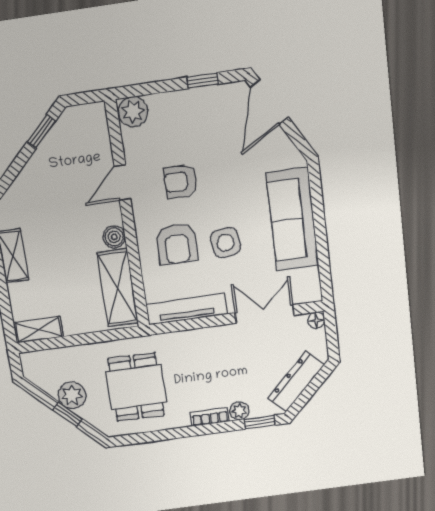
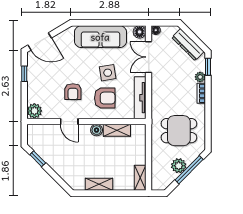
shelving: (118, 288) -> (117, 130), width x0.67, depth x0.75
floor lamp: (310, 291) -> (140, 32), added
window: (68, 414) -> (189, 170), width x2.17

